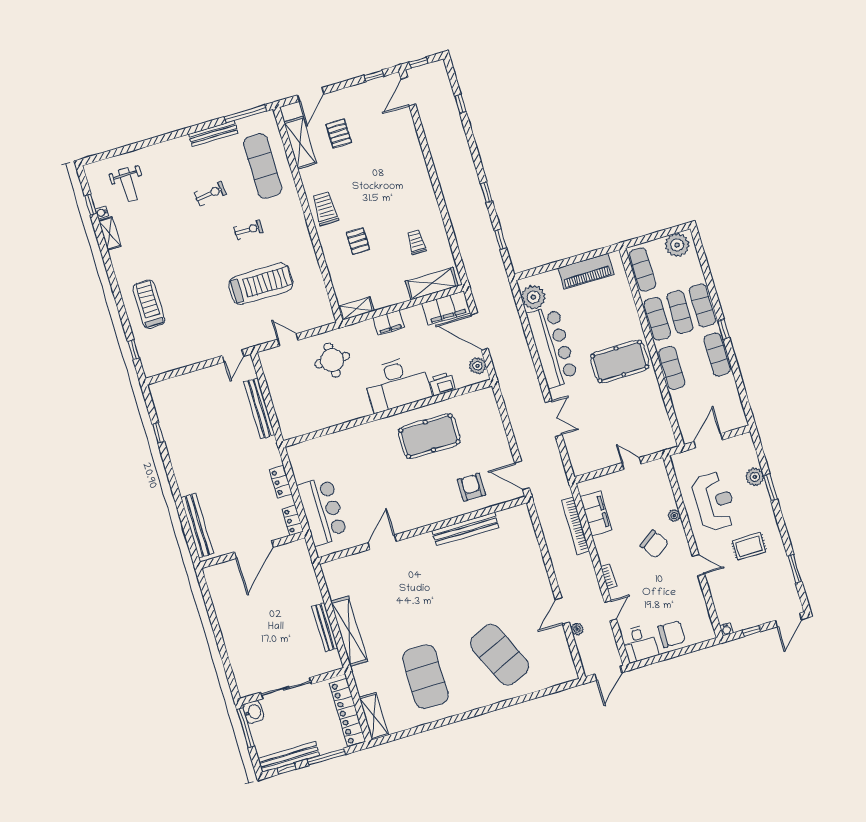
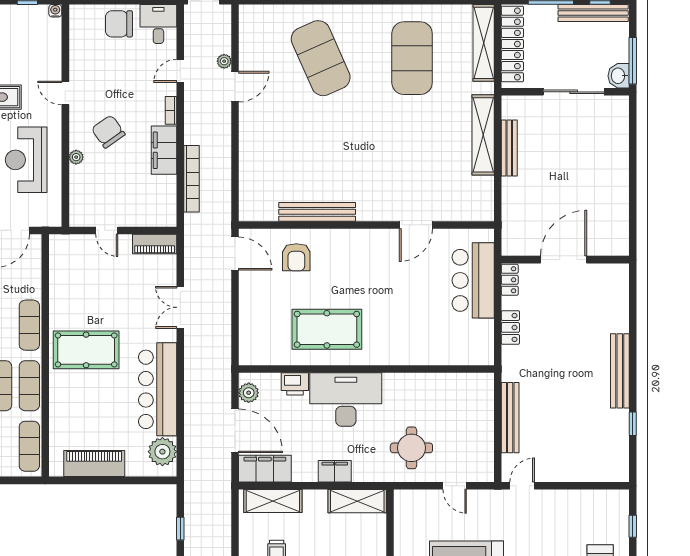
shelving: (356, 309) -> (357, 501), width x1.50, depth x1.33
piano: (590, 464) -> (155, 244), added
filing cabinet: (596, 513) -> (164, 150), moved
bench: (197, 526) -> (620, 371), moved
shelving: (374, 716) -> (484, 43), width x1.47

